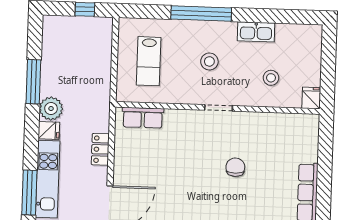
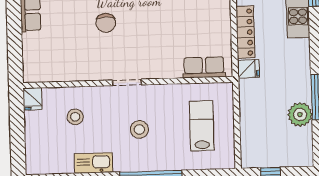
plant: (51, 109) -> (300, 114), moved
fridge: (49, 130) -> (249, 69), moved, turned 180
locker: (100, 149) -> (245, 32), width x1.53

